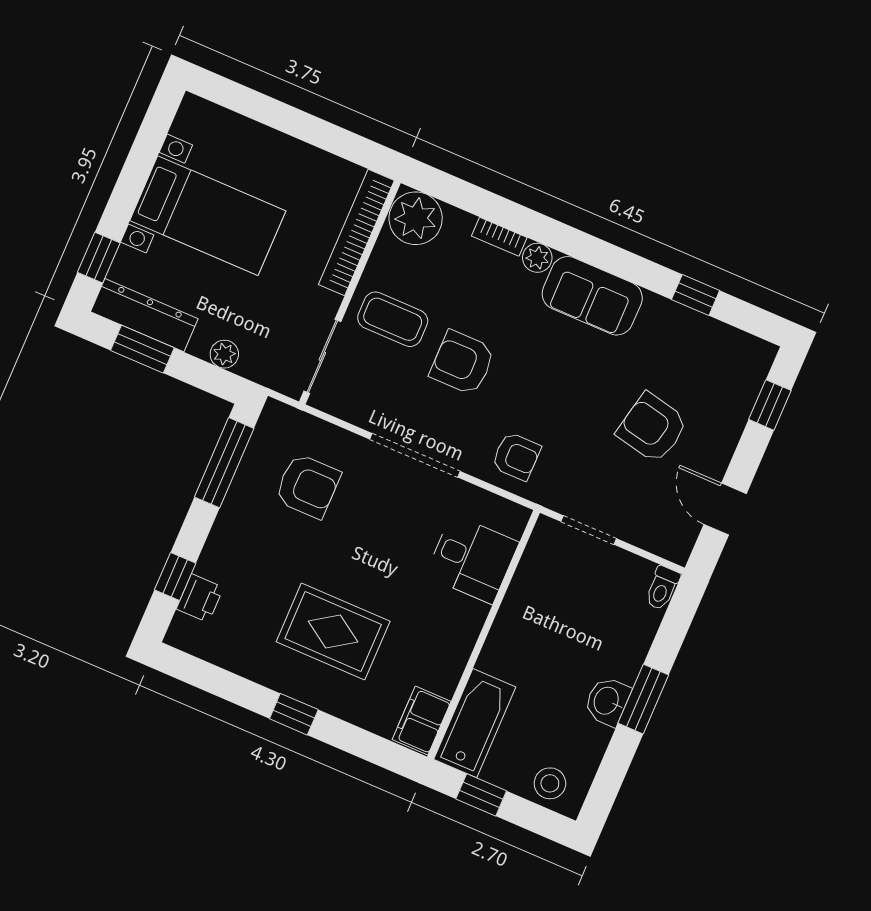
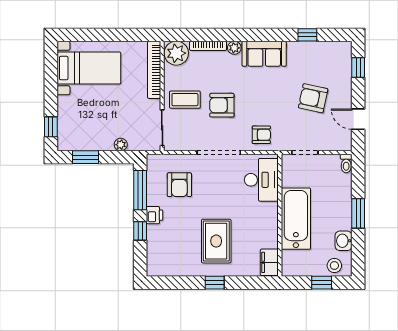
bed with nightstands: (208, 216) -> (89, 68), moved
bookcase: (499, 237) -> (208, 46), width x1.56
dresser: (144, 315) -> (80, 143), removed
armchair: (308, 486) -> (179, 185), turned 90
desk: (472, 559) -> (261, 180), width x1.37
window: (175, 577) -> (140, 231), moved
printer: (200, 598) -> (155, 215), moved
rug: (333, 631) -> (216, 241), turned 90
washbasin: (607, 701) -> (344, 241), moved
bathtub: (475, 723) -> (296, 219), moved, width x1.36, depth x1.36
window: (481, 795) -> (322, 283), moved

